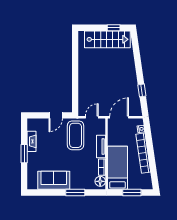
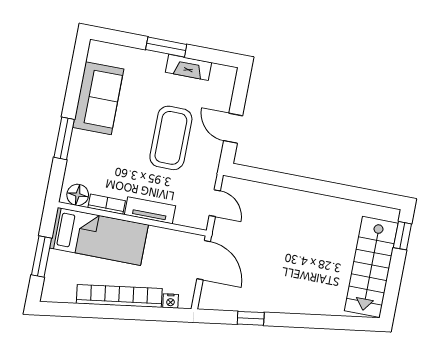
window: (114, 28) -> (402, 236), moved
coffee table: (76, 135) -> (171, 138), moved, turned 90

